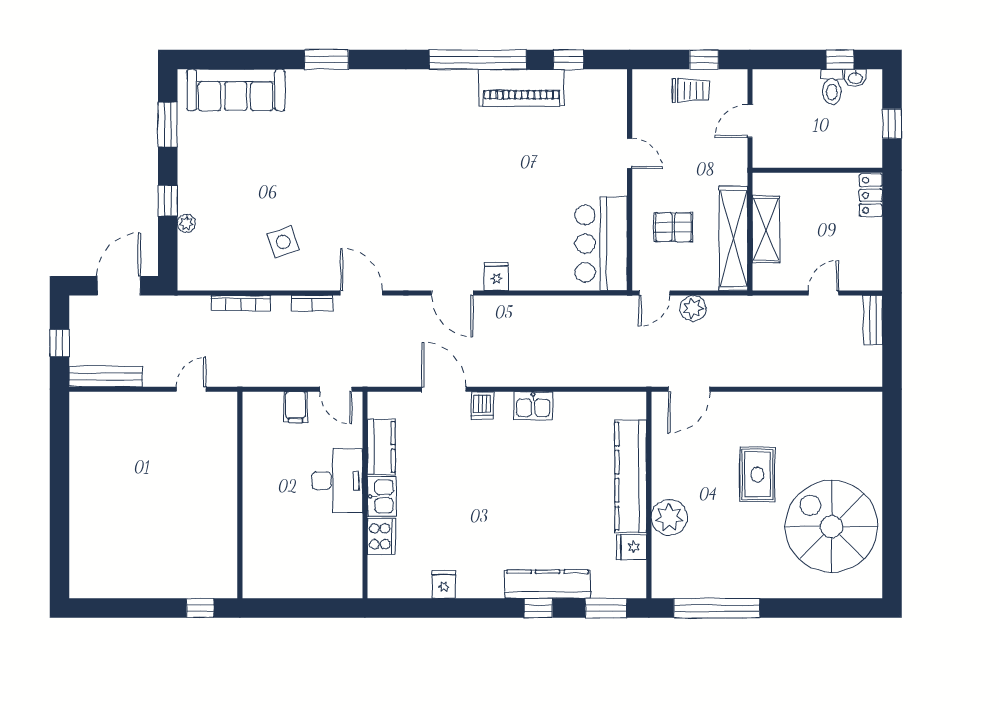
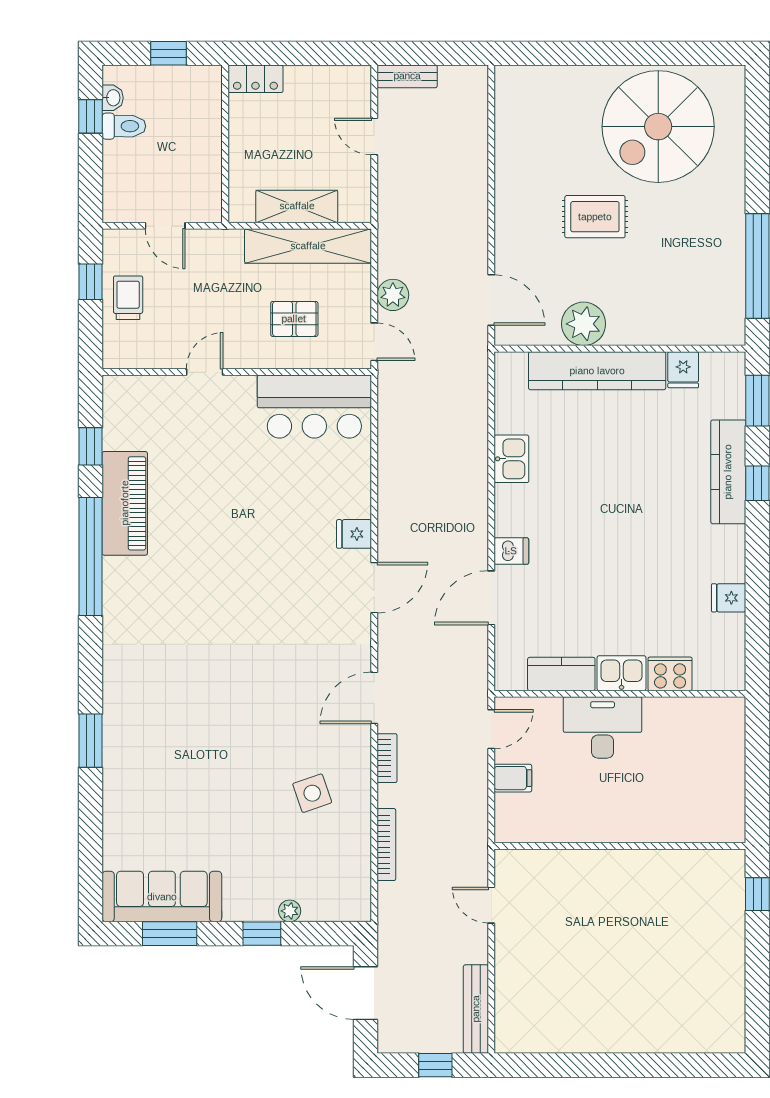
sofa: (236, 90) -> (162, 897), moved, turned -90
pallet: (673, 227) -> (294, 319), turned 90
kitchen sink: (533, 406) -> (511, 459), moved
plant: (669, 517) -> (584, 324), moved

